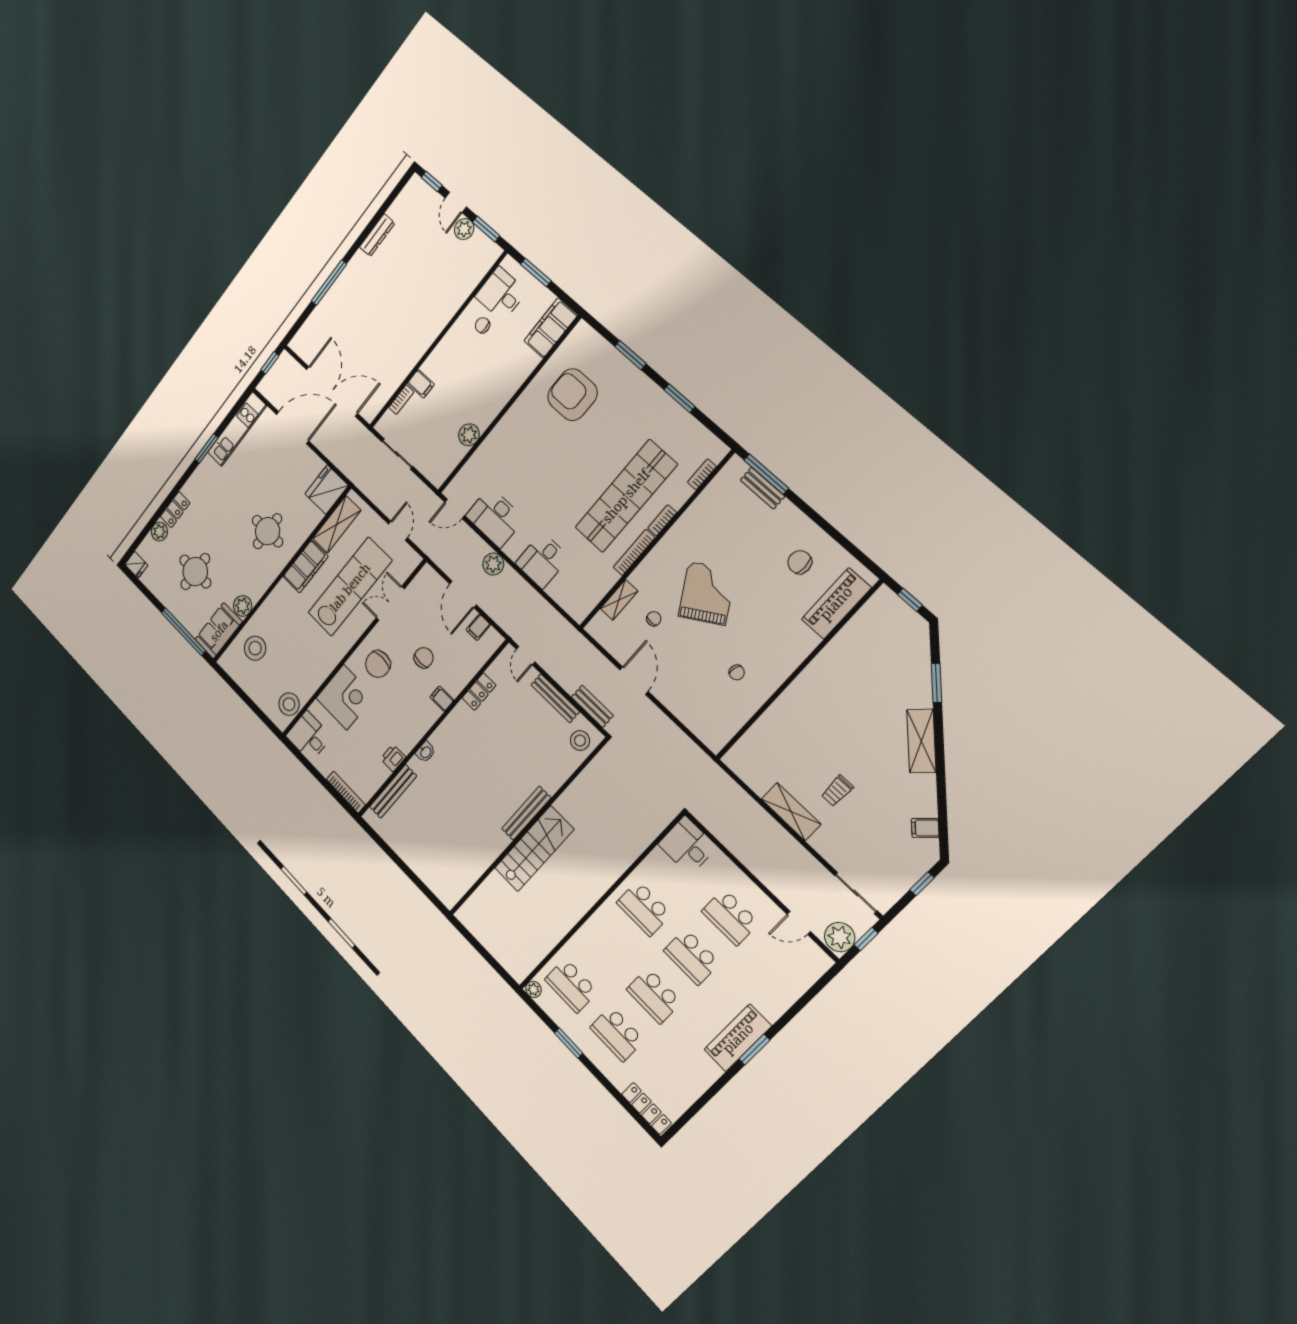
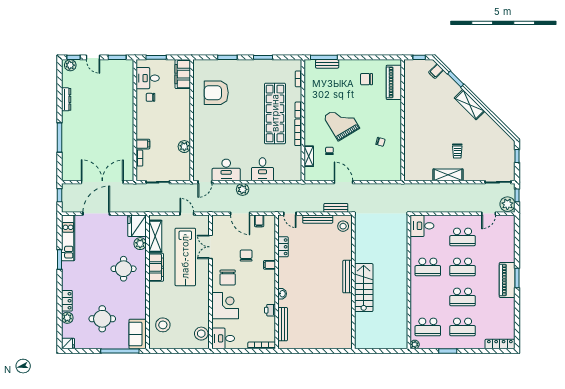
plant: (464, 229) -> (70, 65), moved
lab bench: (350, 587) -> (185, 257), turned 180
plant: (243, 606) -> (140, 244), moved
filing cabinet: (925, 828) -> (436, 71), moved

